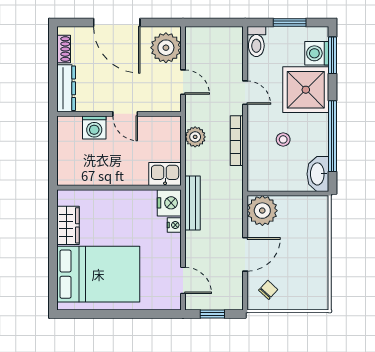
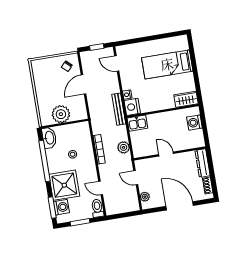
plant: (166, 48) -> (145, 197), width x0.53, depth x0.53
door: (245, 93) -> (101, 188), moved
washing machine: (94, 127) -> (194, 123), moved, turned -90
plant: (262, 211) -> (61, 114), moved
wardrobe: (68, 225) -> (186, 99), moved, turned 90
bed: (98, 274) -> (167, 64), width x0.67

